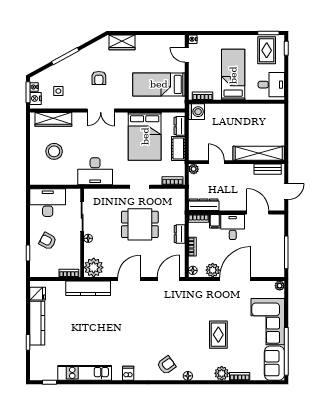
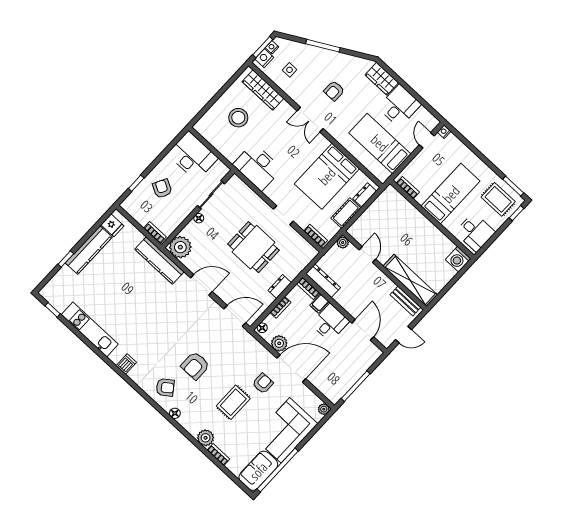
desk: (149, 49) -> (400, 106), added
rug: (267, 50) -> (498, 199), turned 90
washing machine: (196, 112) -> (458, 259), moved, turned 90
armchair: (226, 305) -> (263, 383), added
armchair: (173, 334) -> (195, 366), added

